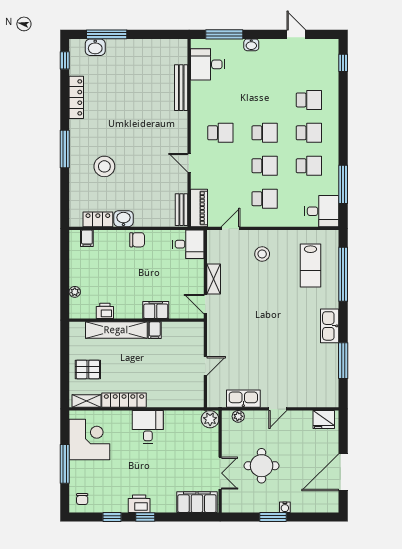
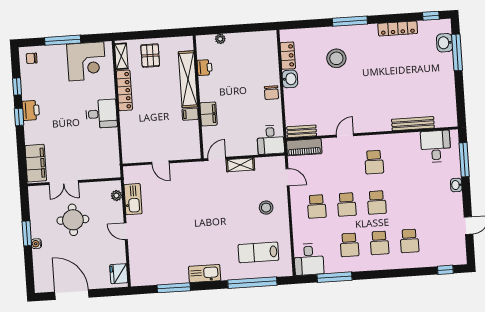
filing cabinet: (87, 238) -> (270, 47), removed
plant: (210, 419) -> (112, 170), removed

